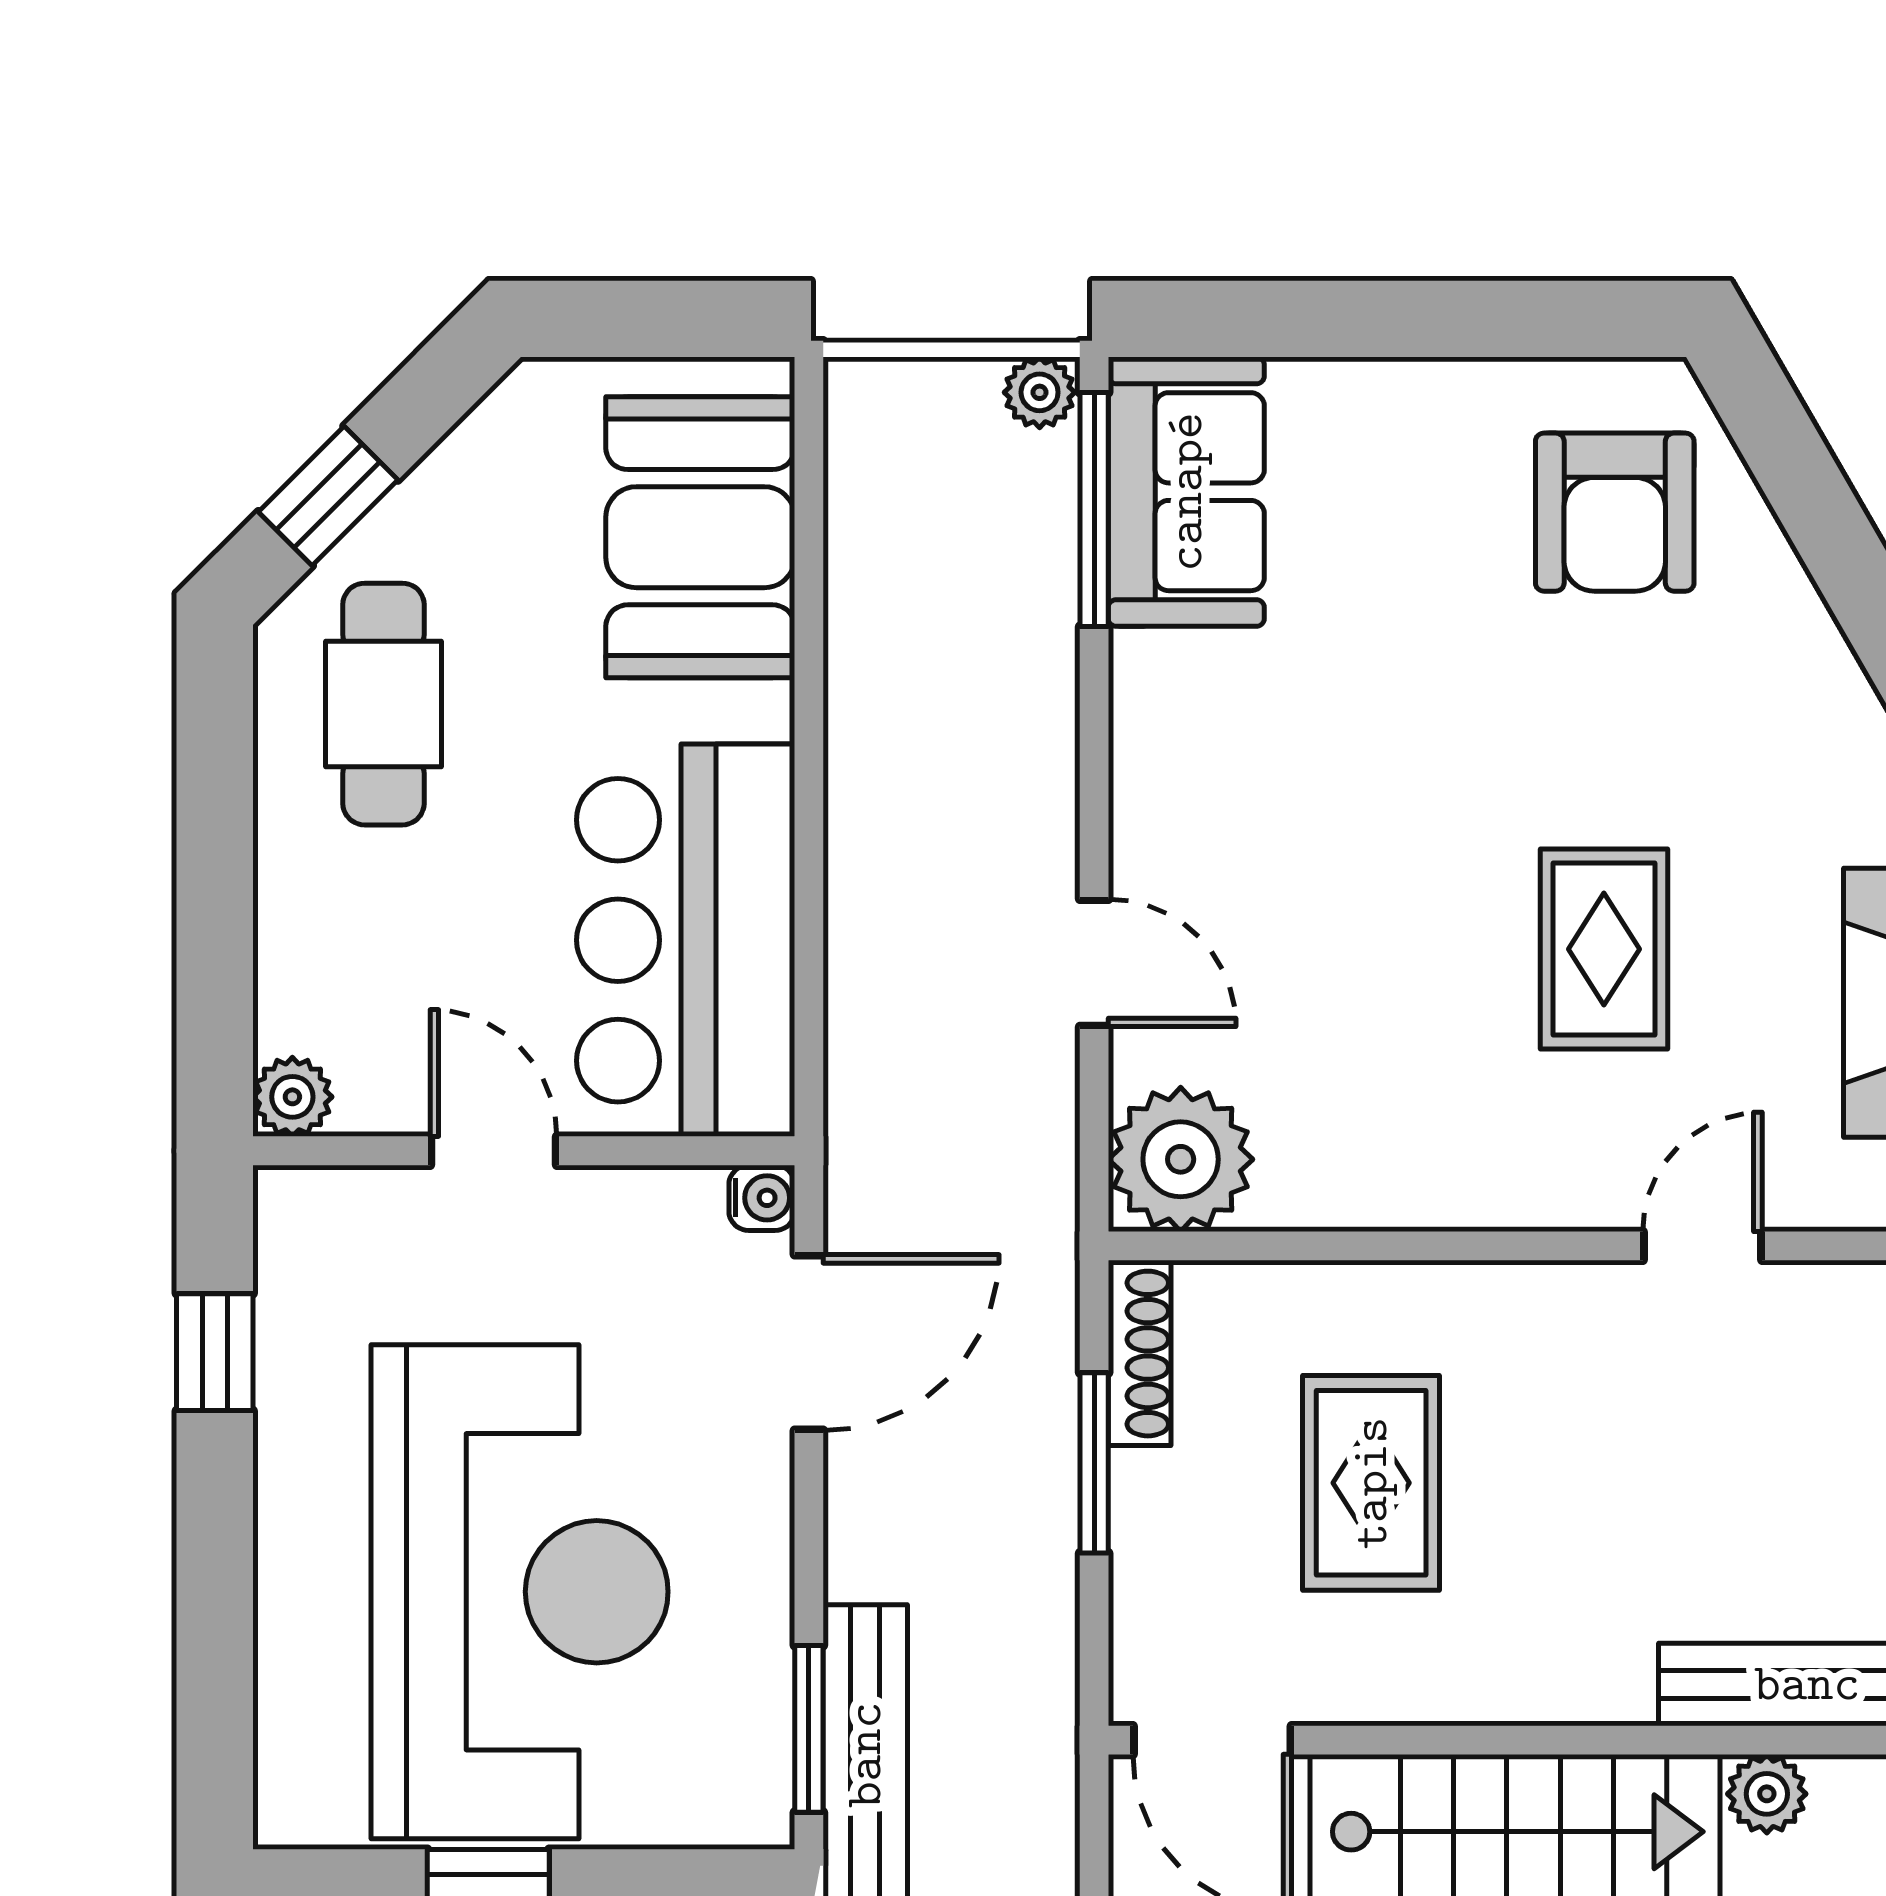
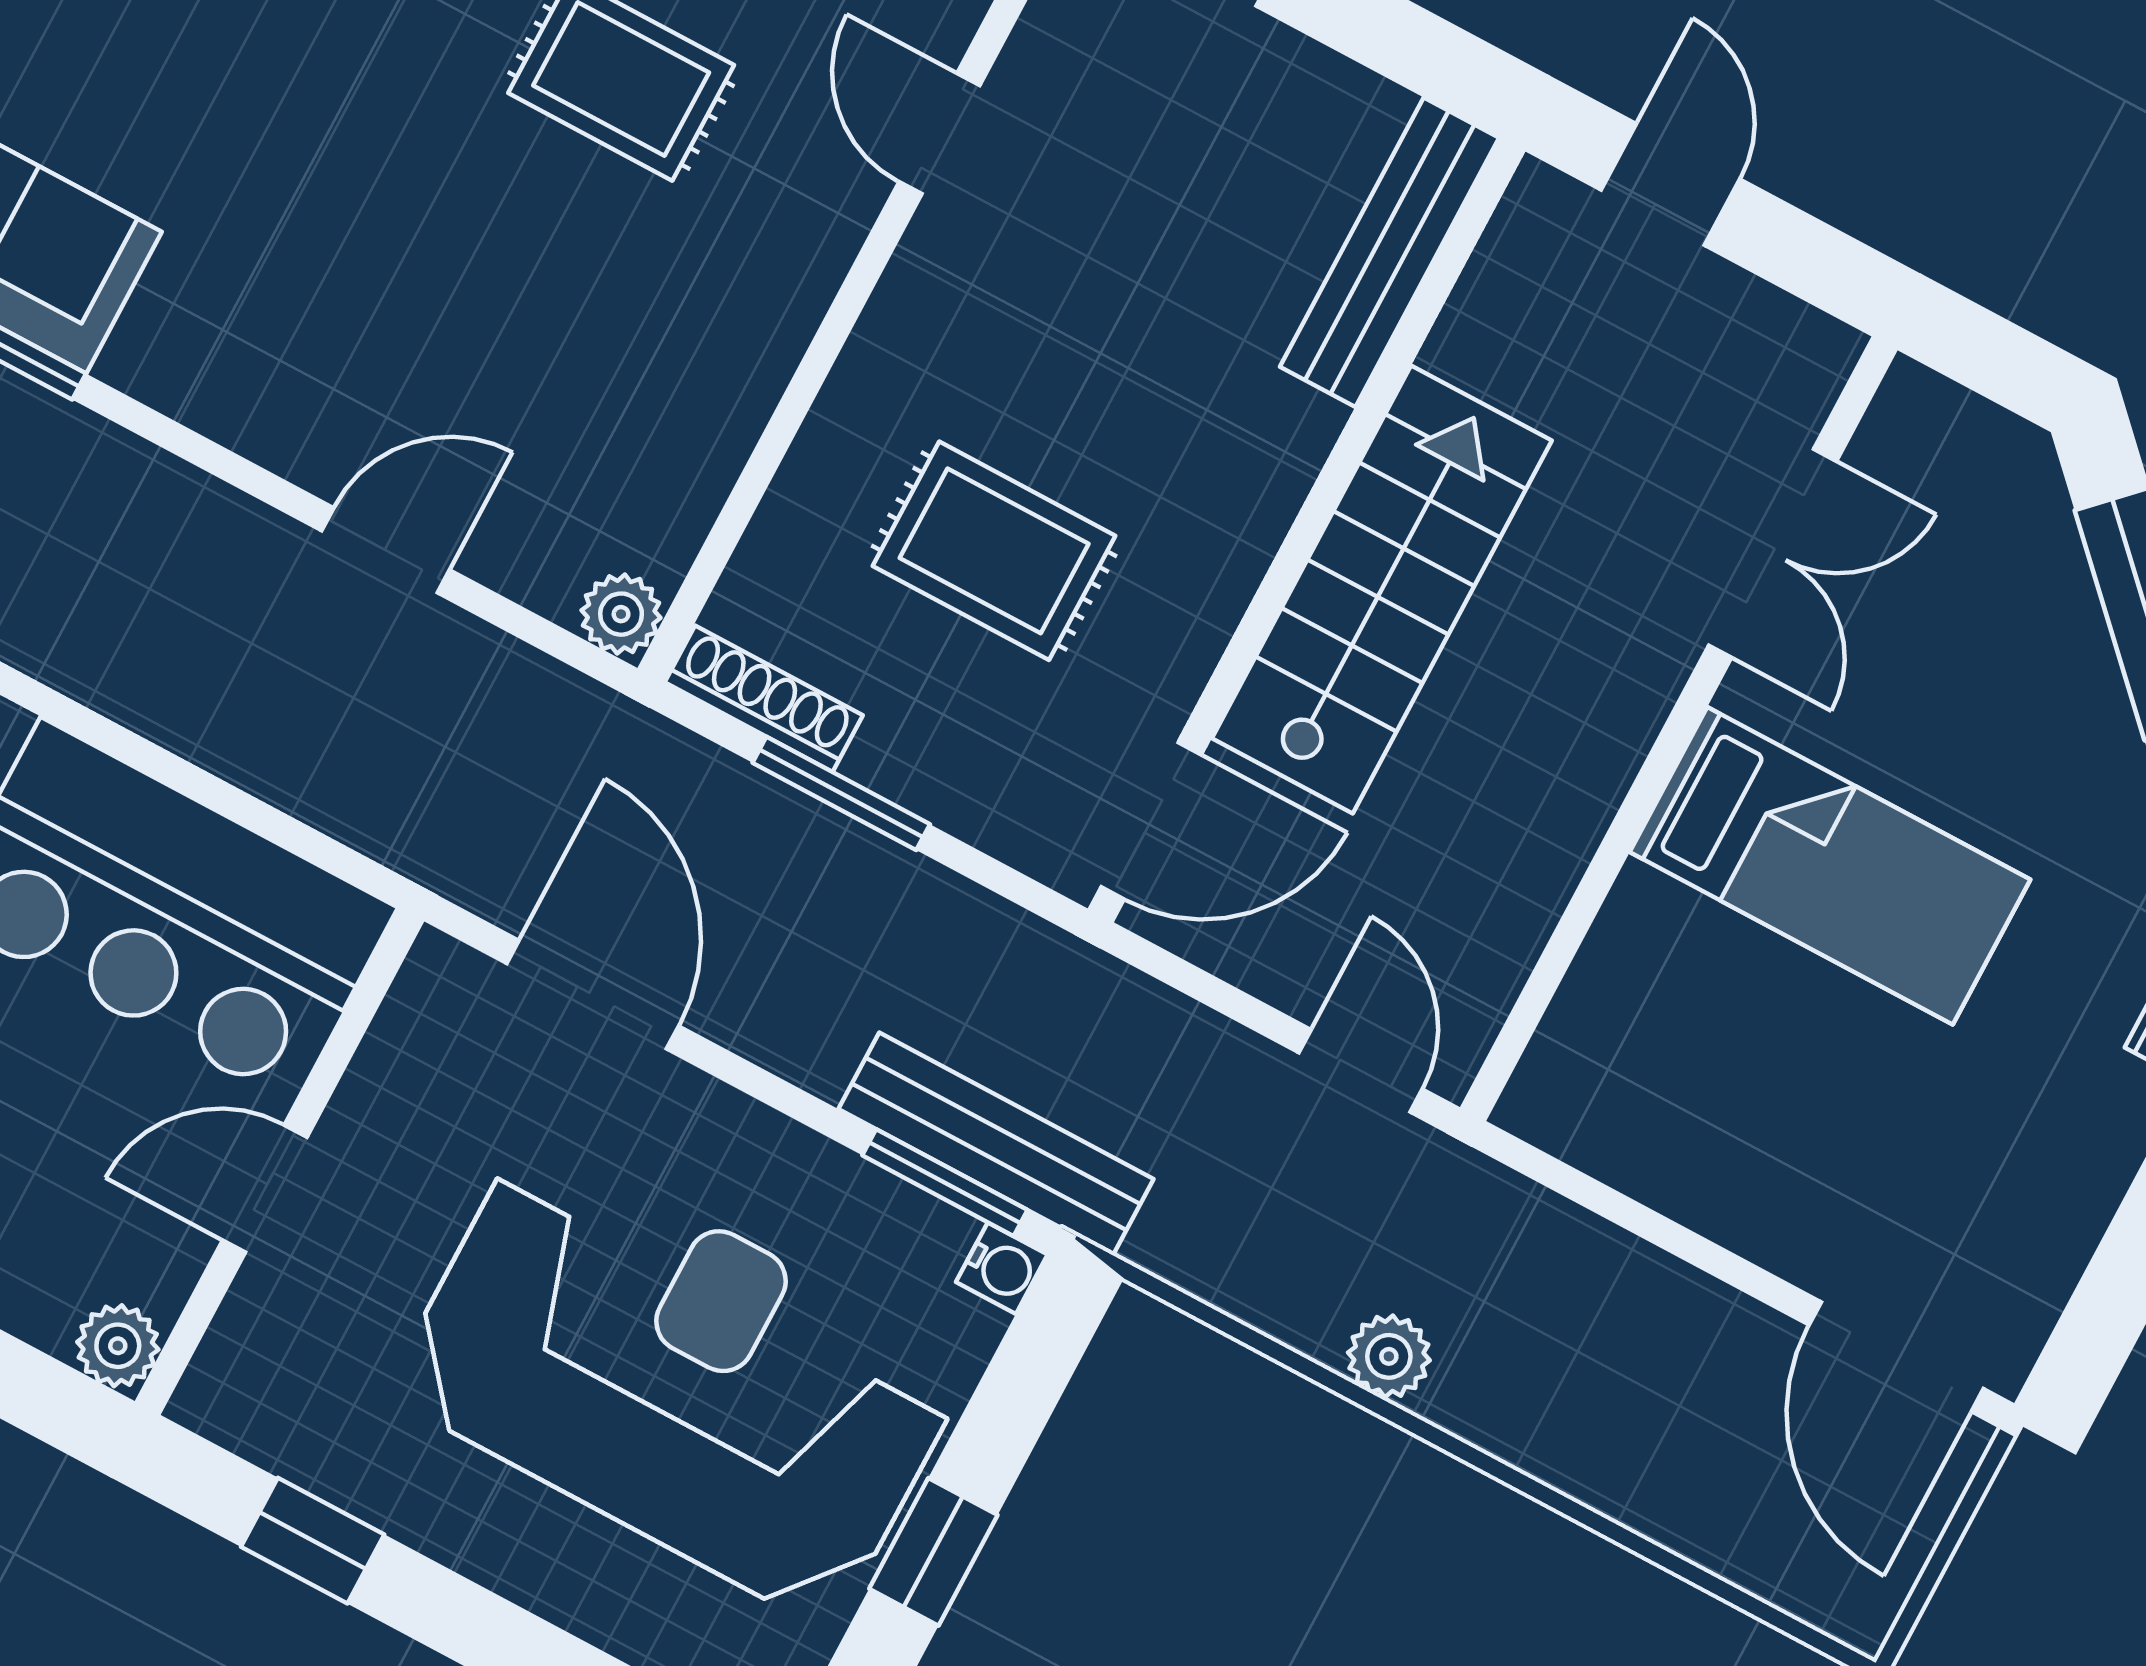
plant: (1181, 1159) -> (621, 614), width x0.53, depth x0.53
water cooler: (762, 1198) -> (1002, 1268), moved, turned 90
plant: (1767, 1794) -> (1470, 342), removed

